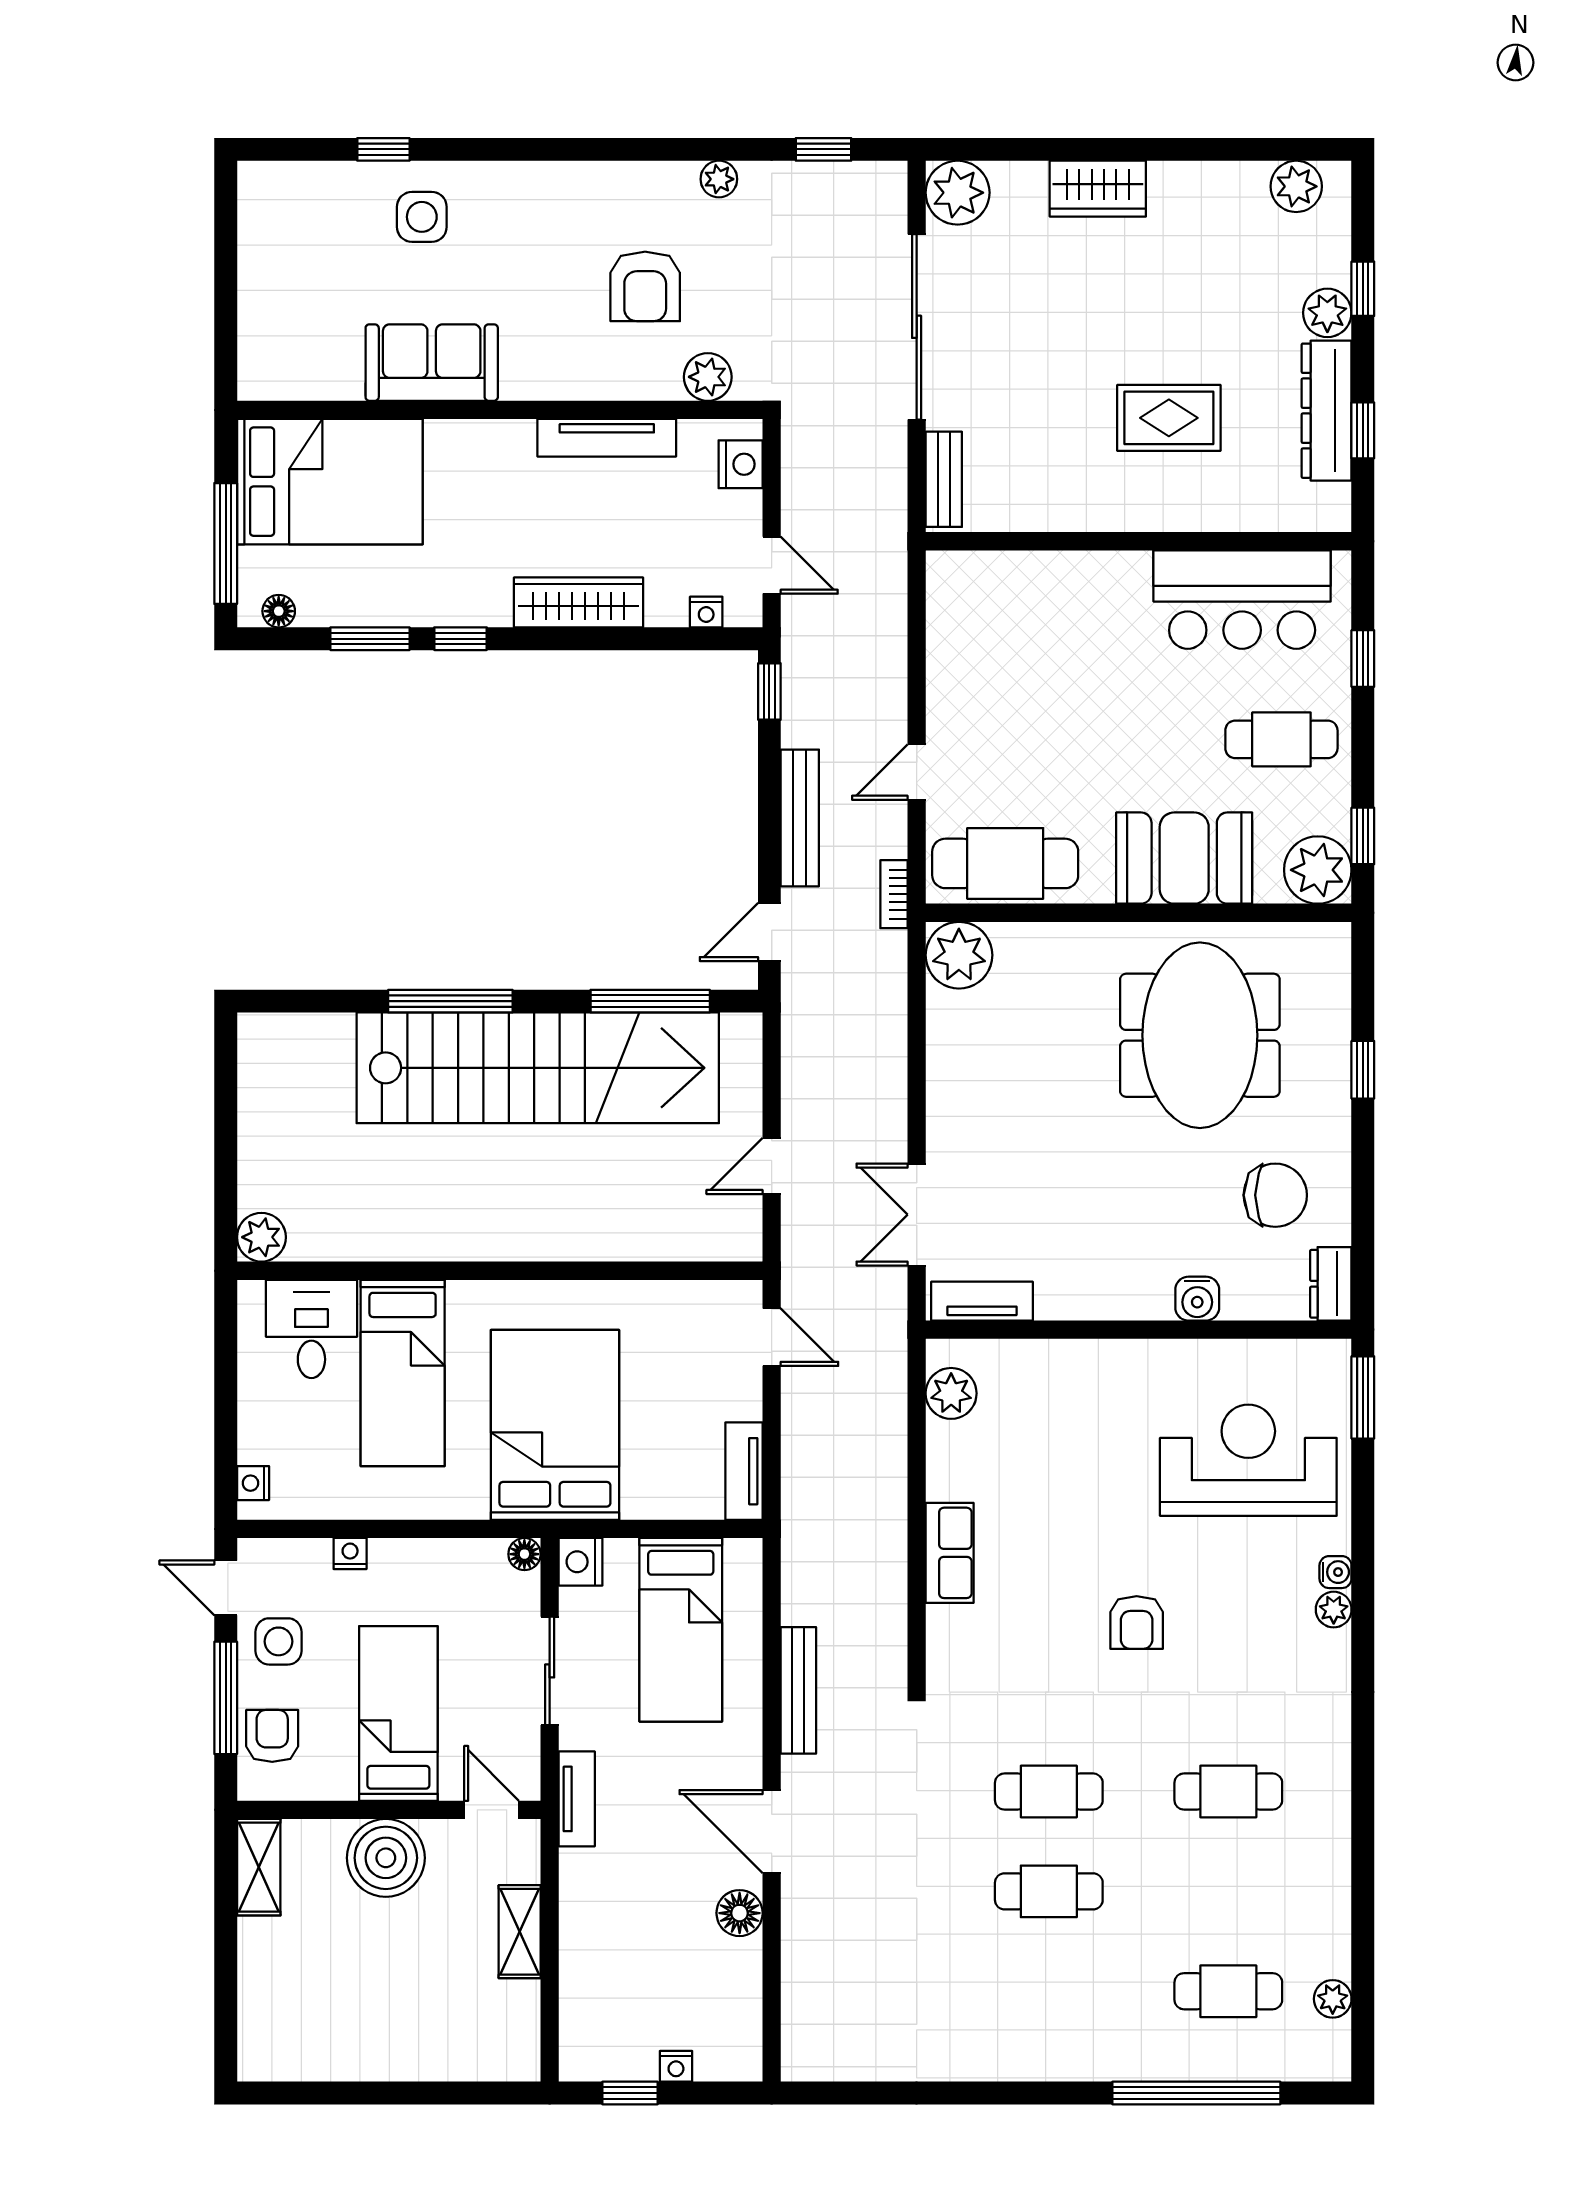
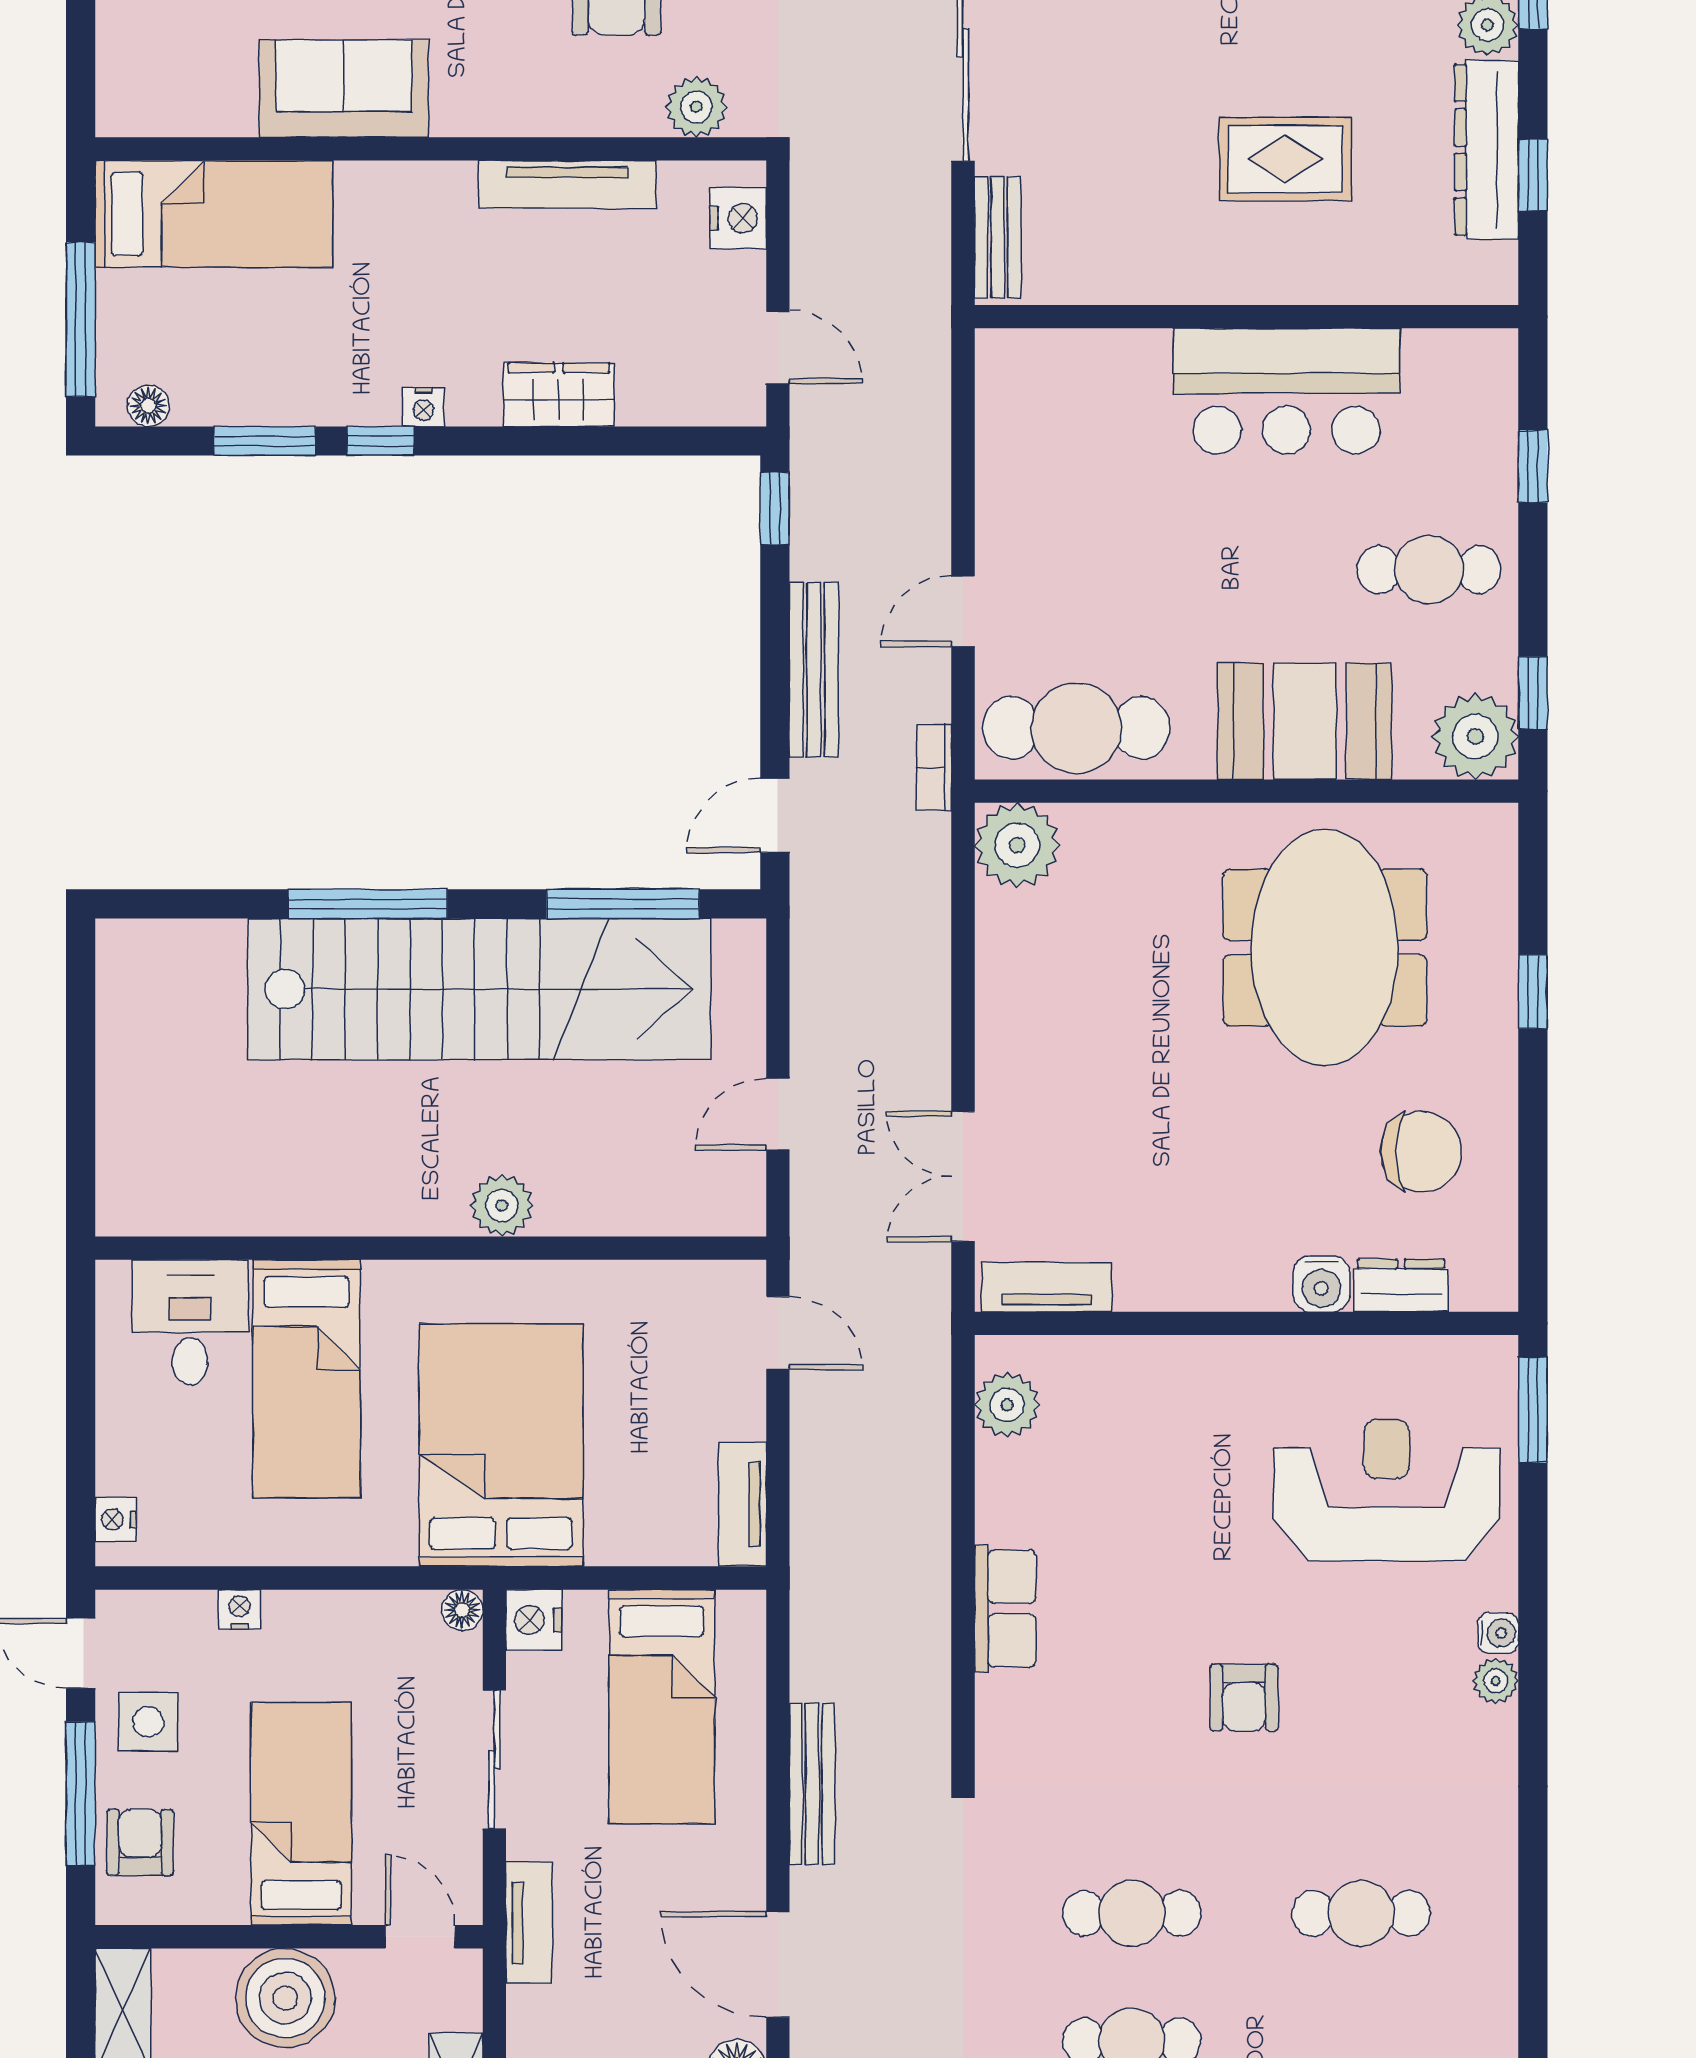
bed: (330, 482) -> (214, 214), width x0.67
bar counter: (1242, 600) -> (1286, 391), moved
wardrobe: (578, 602) -> (559, 395), width x0.67
nightstand: (706, 612) -> (423, 407), moved
plant: (261, 1237) -> (502, 1205), moved
dresser: (1331, 1284) -> (1401, 1285), moved, turned 90

